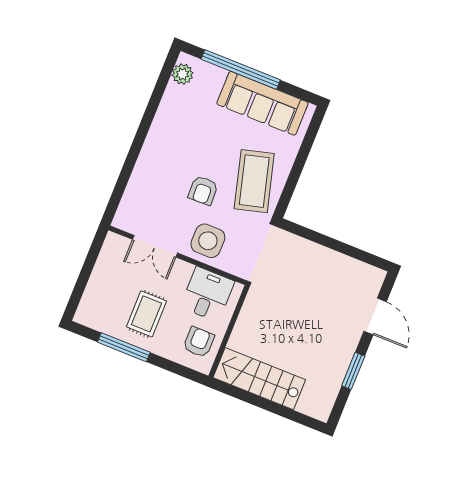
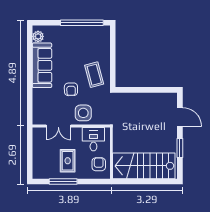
window: (241, 70) -> (82, 23), moved
sofa: (262, 103) -> (42, 65), moved, turned -90
coffee table: (254, 181) -> (94, 75), width x0.73, depth x0.76
stairs: (259, 379) -> (144, 166), width x1.36, depth x1.51

